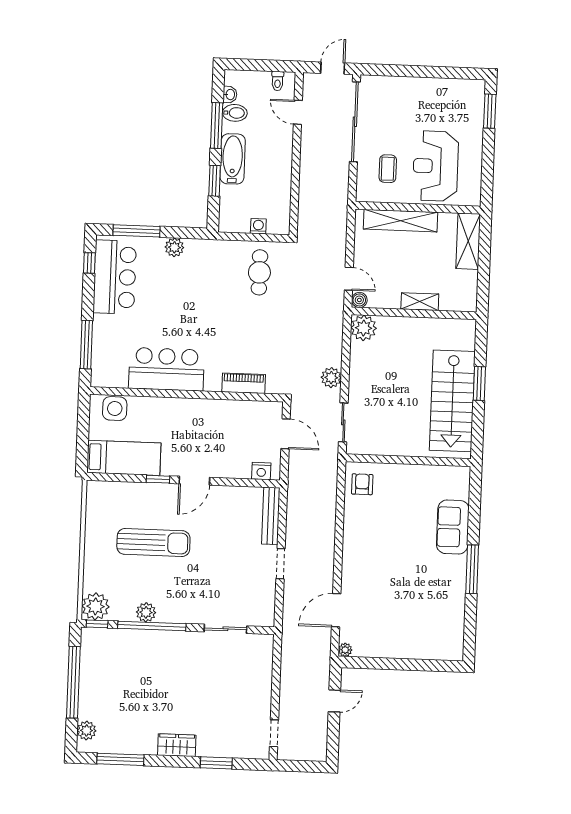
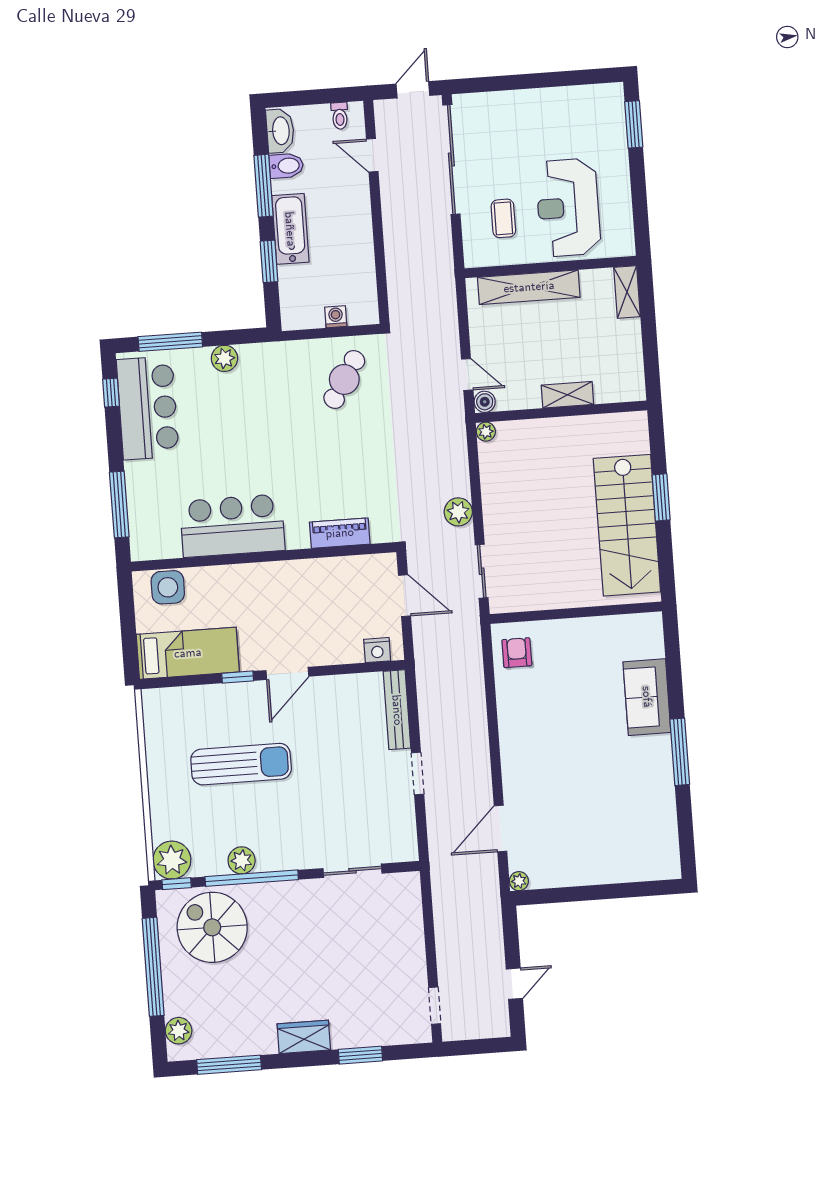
washbasin: (230, 94) -> (280, 131), width x1.91, depth x1.45
shelving: (468, 241) -> (627, 292), width x0.67, depth x0.75
cafe table: (259, 272) -> (344, 379), turned 32
plant: (364, 328) -> (486, 432), width x0.53, depth x0.53
spiral stairs: (119, 658) -> (212, 927), added
door: (334, 701) -> (514, 984), moved

